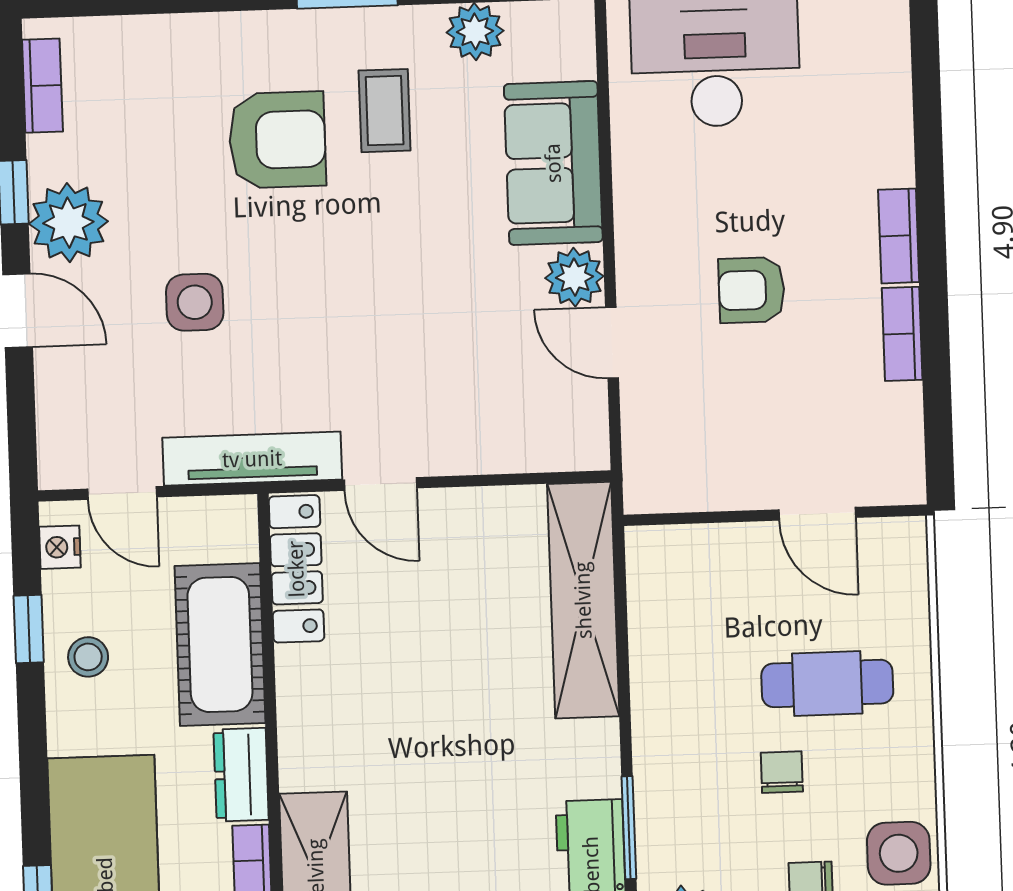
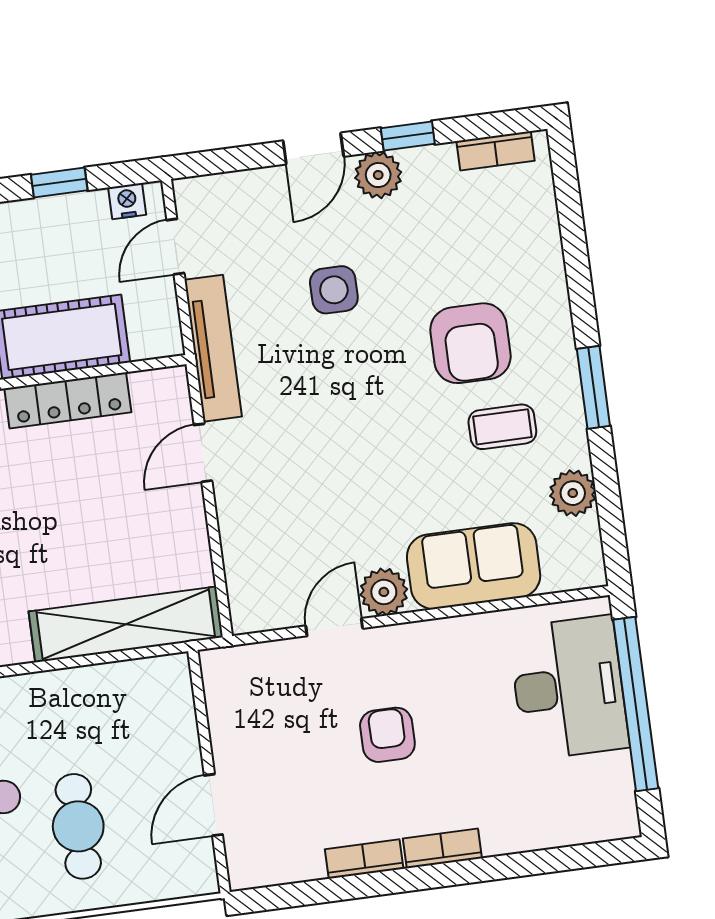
plant: (68, 223) -> (378, 175), width x0.73, depth x0.73
locker: (296, 569) -> (68, 400), moved
stool: (88, 657) -> (41, 232), removed

